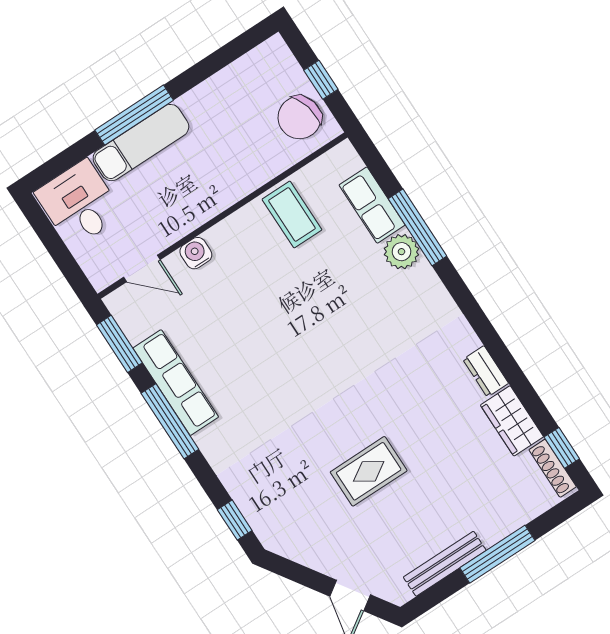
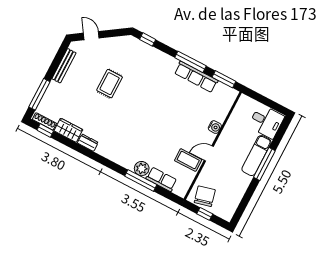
door: (142, 268) -> (209, 153), moved
window: (497, 554) -> (39, 94), moved

